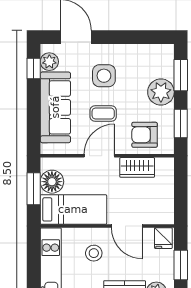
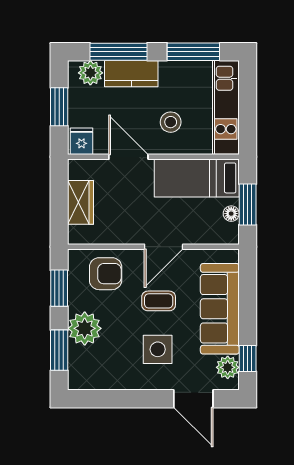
wardrobe: (137, 167) -> (80, 202), moved, turned 90
floor lamp: (52, 182) -> (231, 214), width x0.53, depth x0.53

